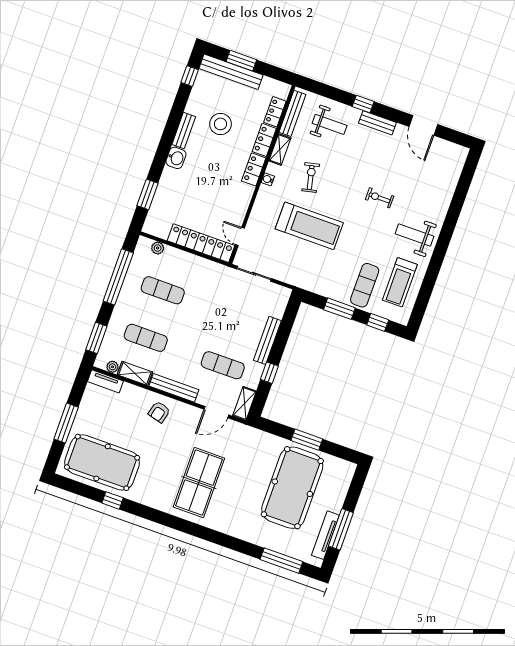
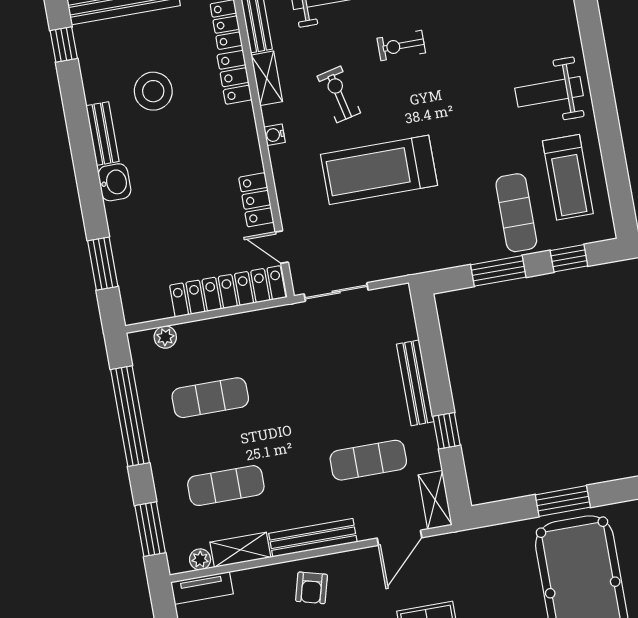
locker: (254, 169) -> (256, 200), moved
exercise bike: (380, 198) -> (401, 46), moved
treadmill: (309, 226) -> (379, 170), turned 180

